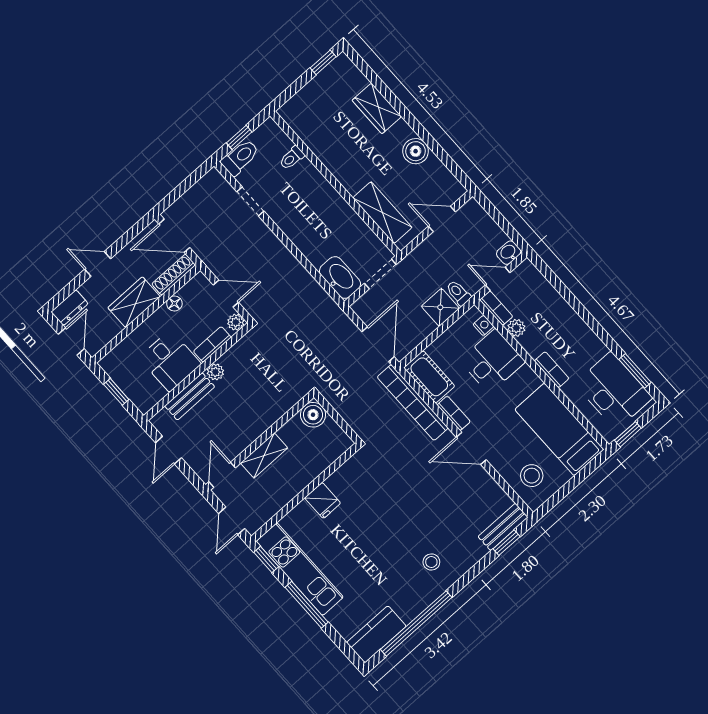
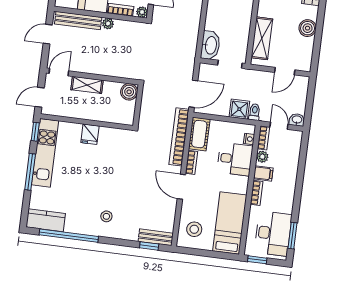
door: (442, 219) -> (285, 71), swing flipped
filing cabinet: (536, 343) -> (263, 173), added
bench: (190, 396) -> (78, 21), width x1.36

